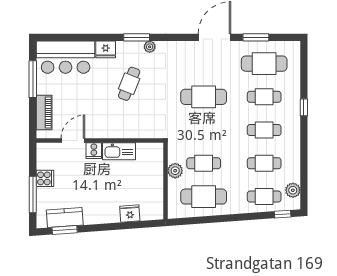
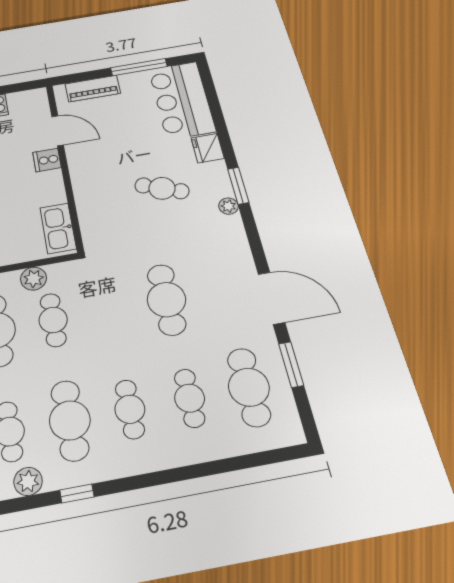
window: (304, 107) -> (77, 493), moved
kitchen sink: (119, 151) -> (58, 228), moved
cafe table: (264, 163) -> (70, 420), width x1.37, depth x1.35

